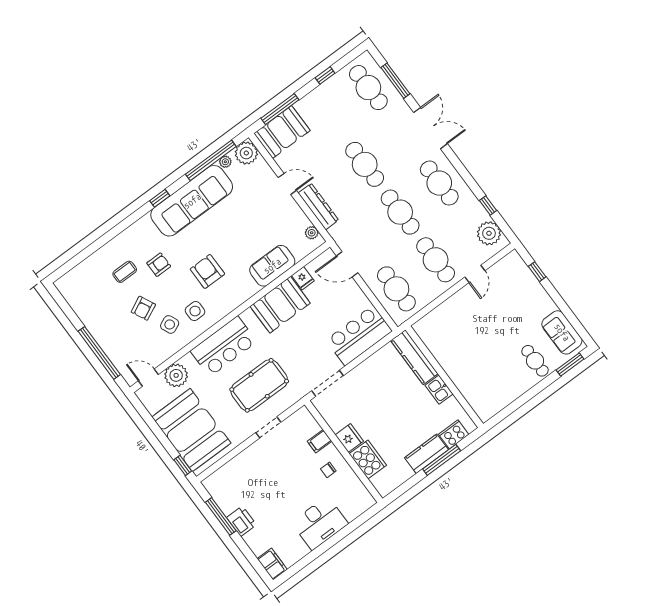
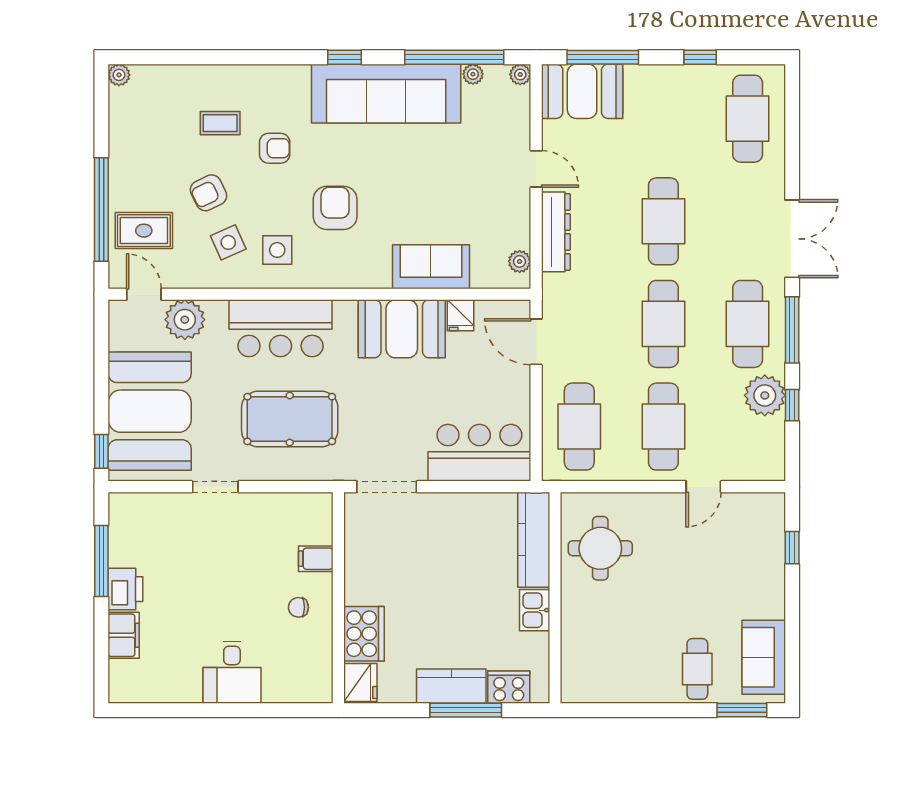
window: (395, 81) -> (792, 330), moved
plant: (246, 153) -> (520, 74), width x0.53, depth x0.53
plant: (489, 233) -> (765, 395), moved
plant: (61, 284) -> (119, 75), added
round table: (448, 338) -> (600, 548), added
rug: (126, 348) -> (144, 231), added
doorway: (268, 427) -> (215, 487), moved
fridge: (349, 438) -> (360, 683), moved
desk: (320, 523) -> (232, 672), width x0.73
filing cabinet: (272, 564) -> (124, 635), moved

